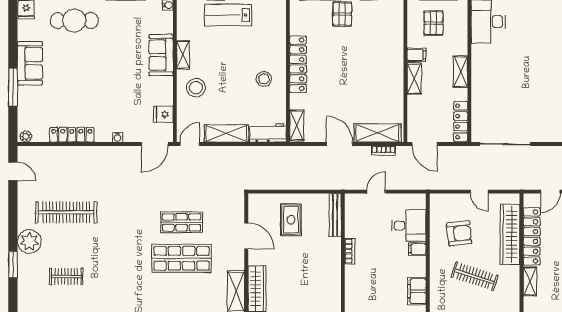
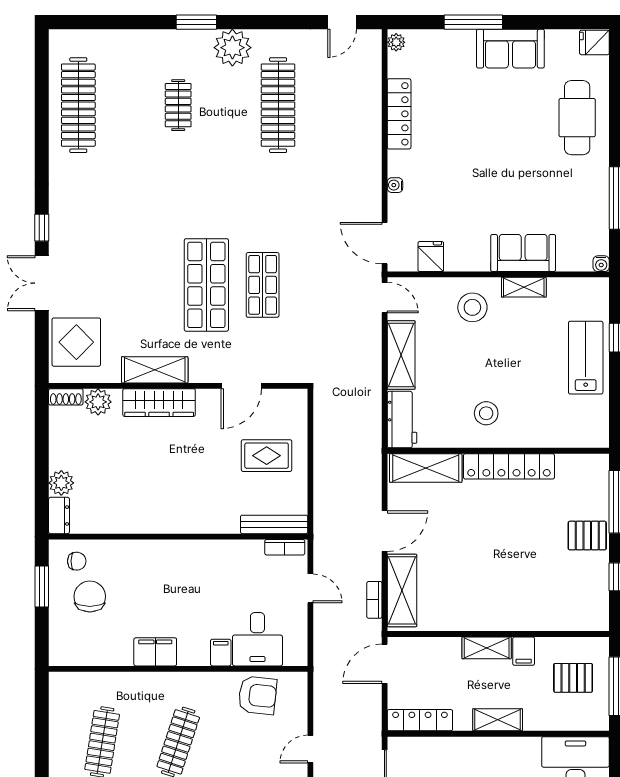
shelving: (297, 125) -> (426, 468), width x1.50, depth x1.33
armchair: (459, 233) -> (258, 695), moved, turned -78
bookcase: (350, 251) -> (285, 547), moved

